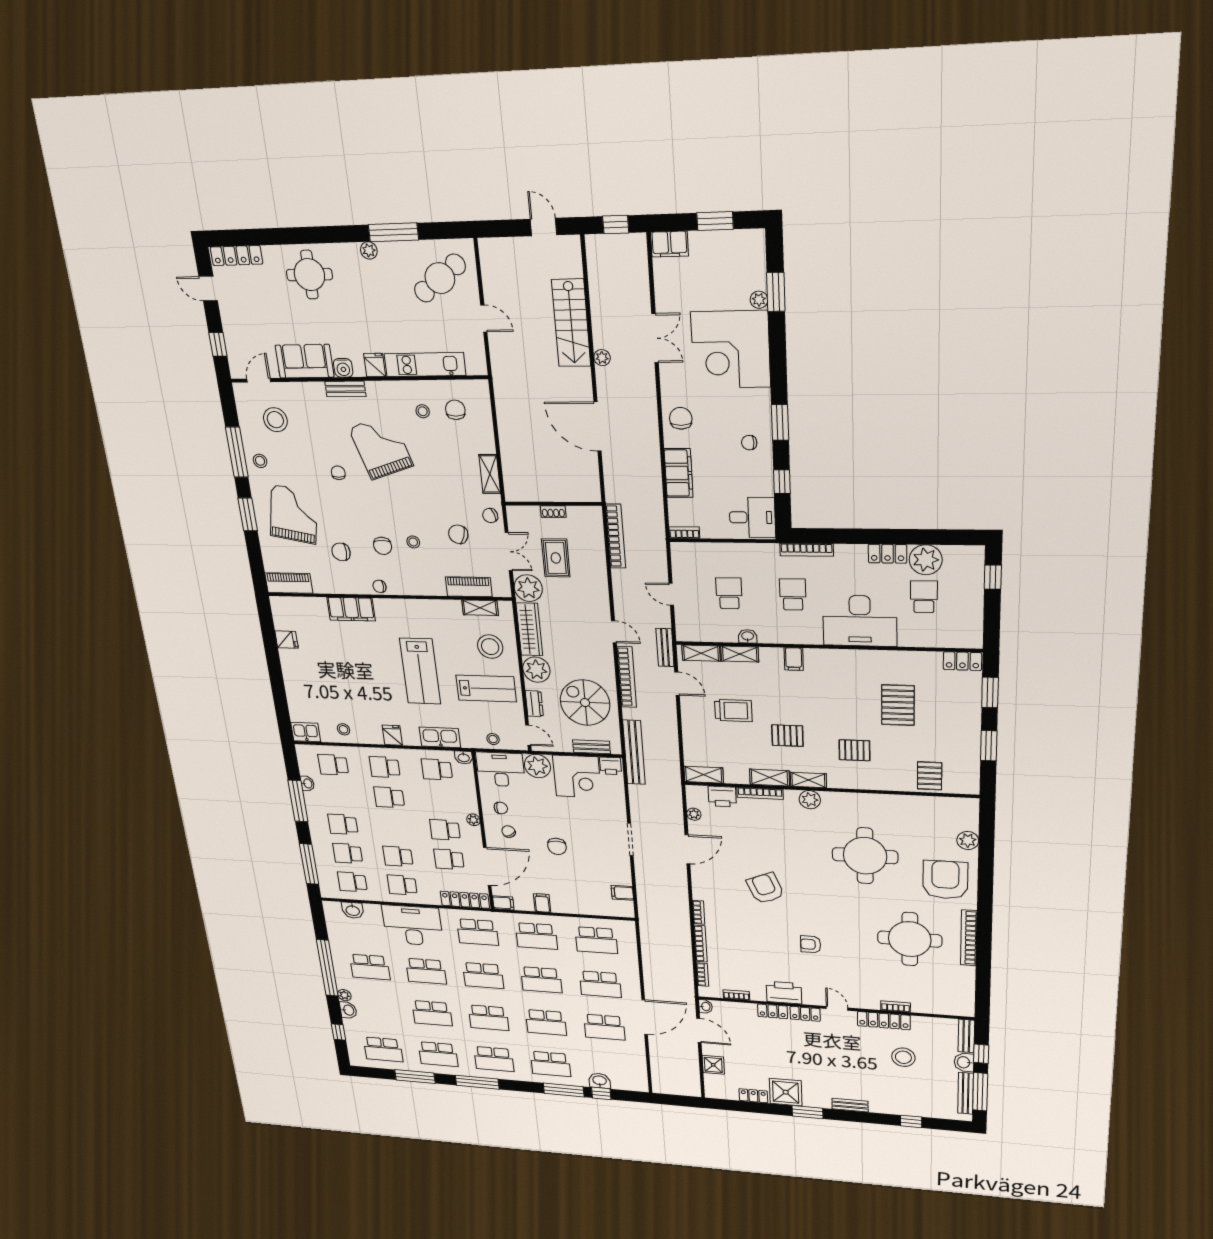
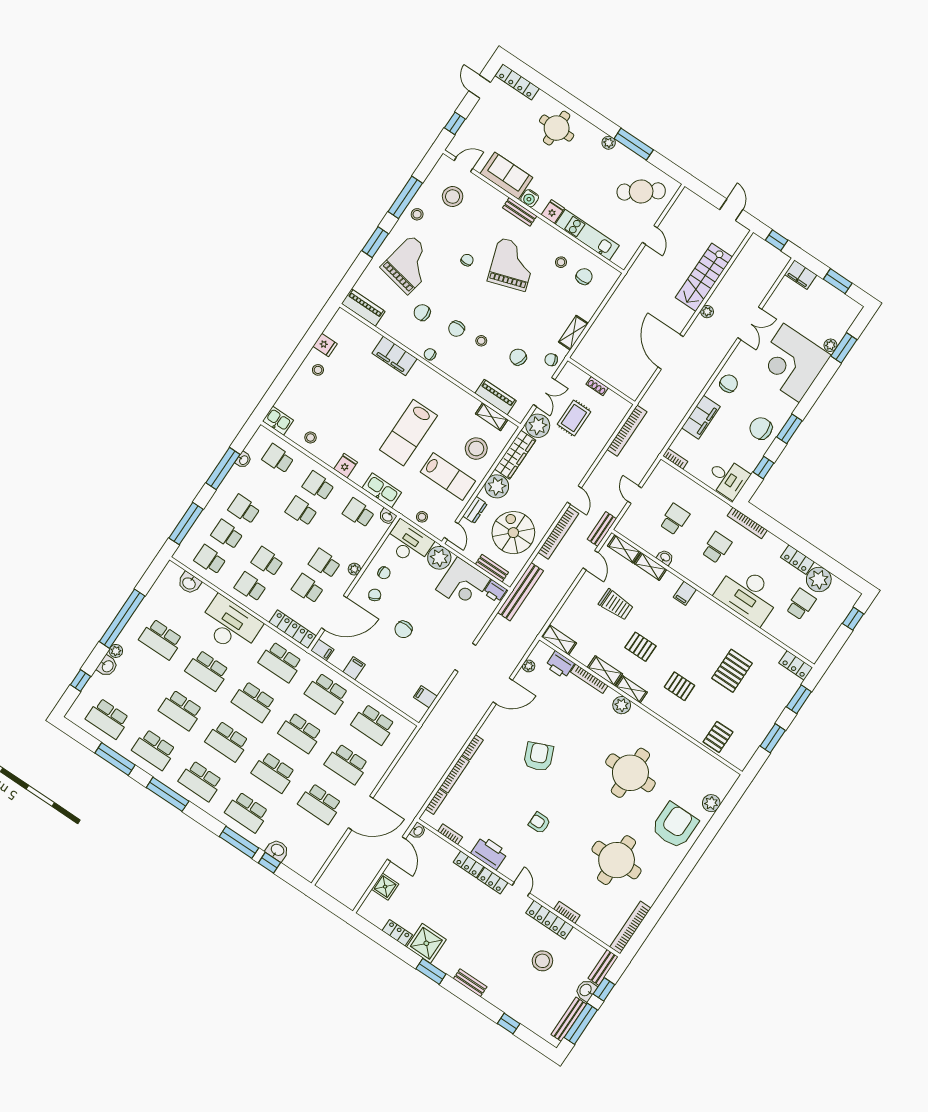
chair: (749, 443) -> (761, 428), width x1.87, depth x1.87
stool: (300, 666) -> (318, 370), added
bookcase: (969, 938) -> (630, 928), moved

